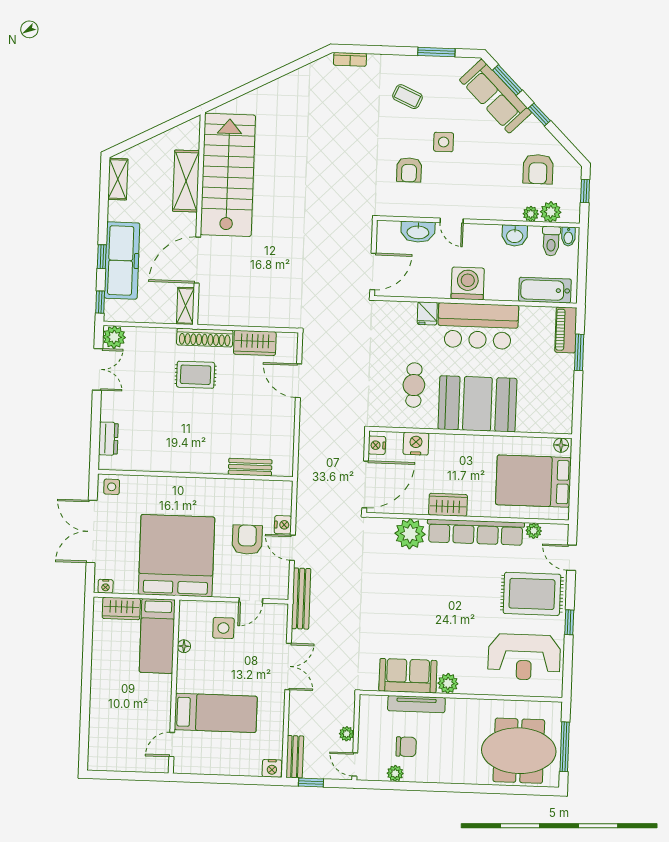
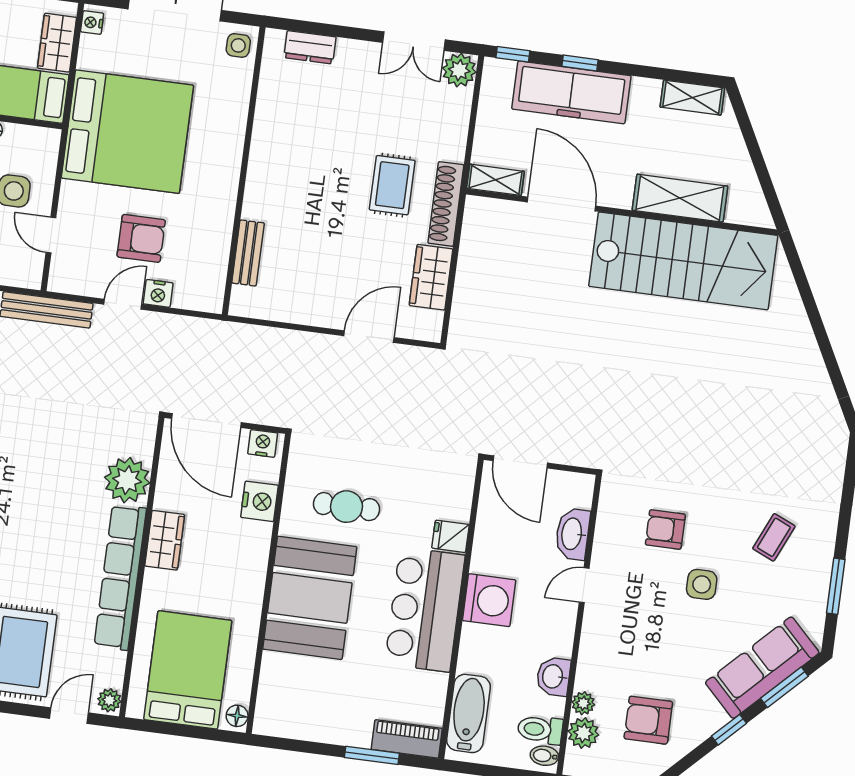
bookcase: (350, 59) -> (837, 458), removed
plant: (534, 531) -> (109, 700), moved

